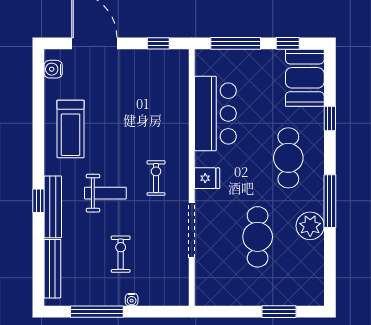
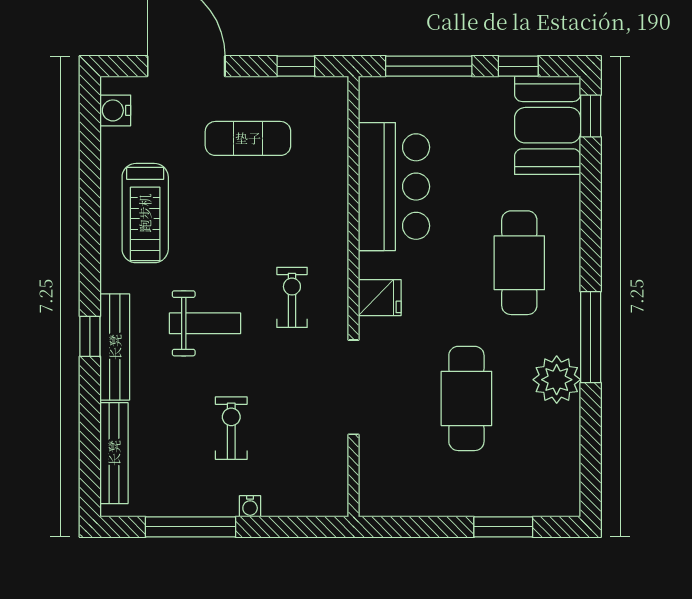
exercise mat: (130, 85) -> (248, 138), added
window: (330, 119) -> (591, 116), moved

